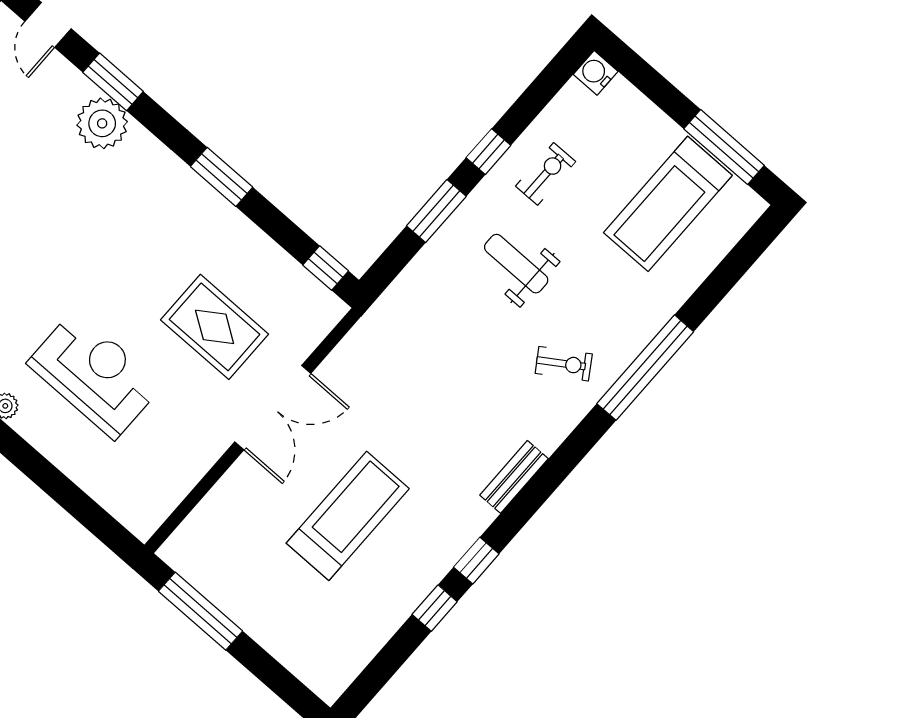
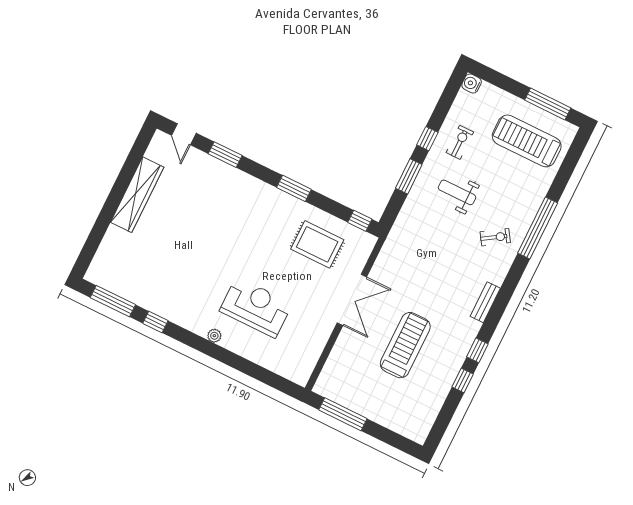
plant: (102, 123) -> (225, 177), removed
treadmill: (668, 204) -> (527, 141), turned 90
rug: (215, 327) -> (317, 244), moved

